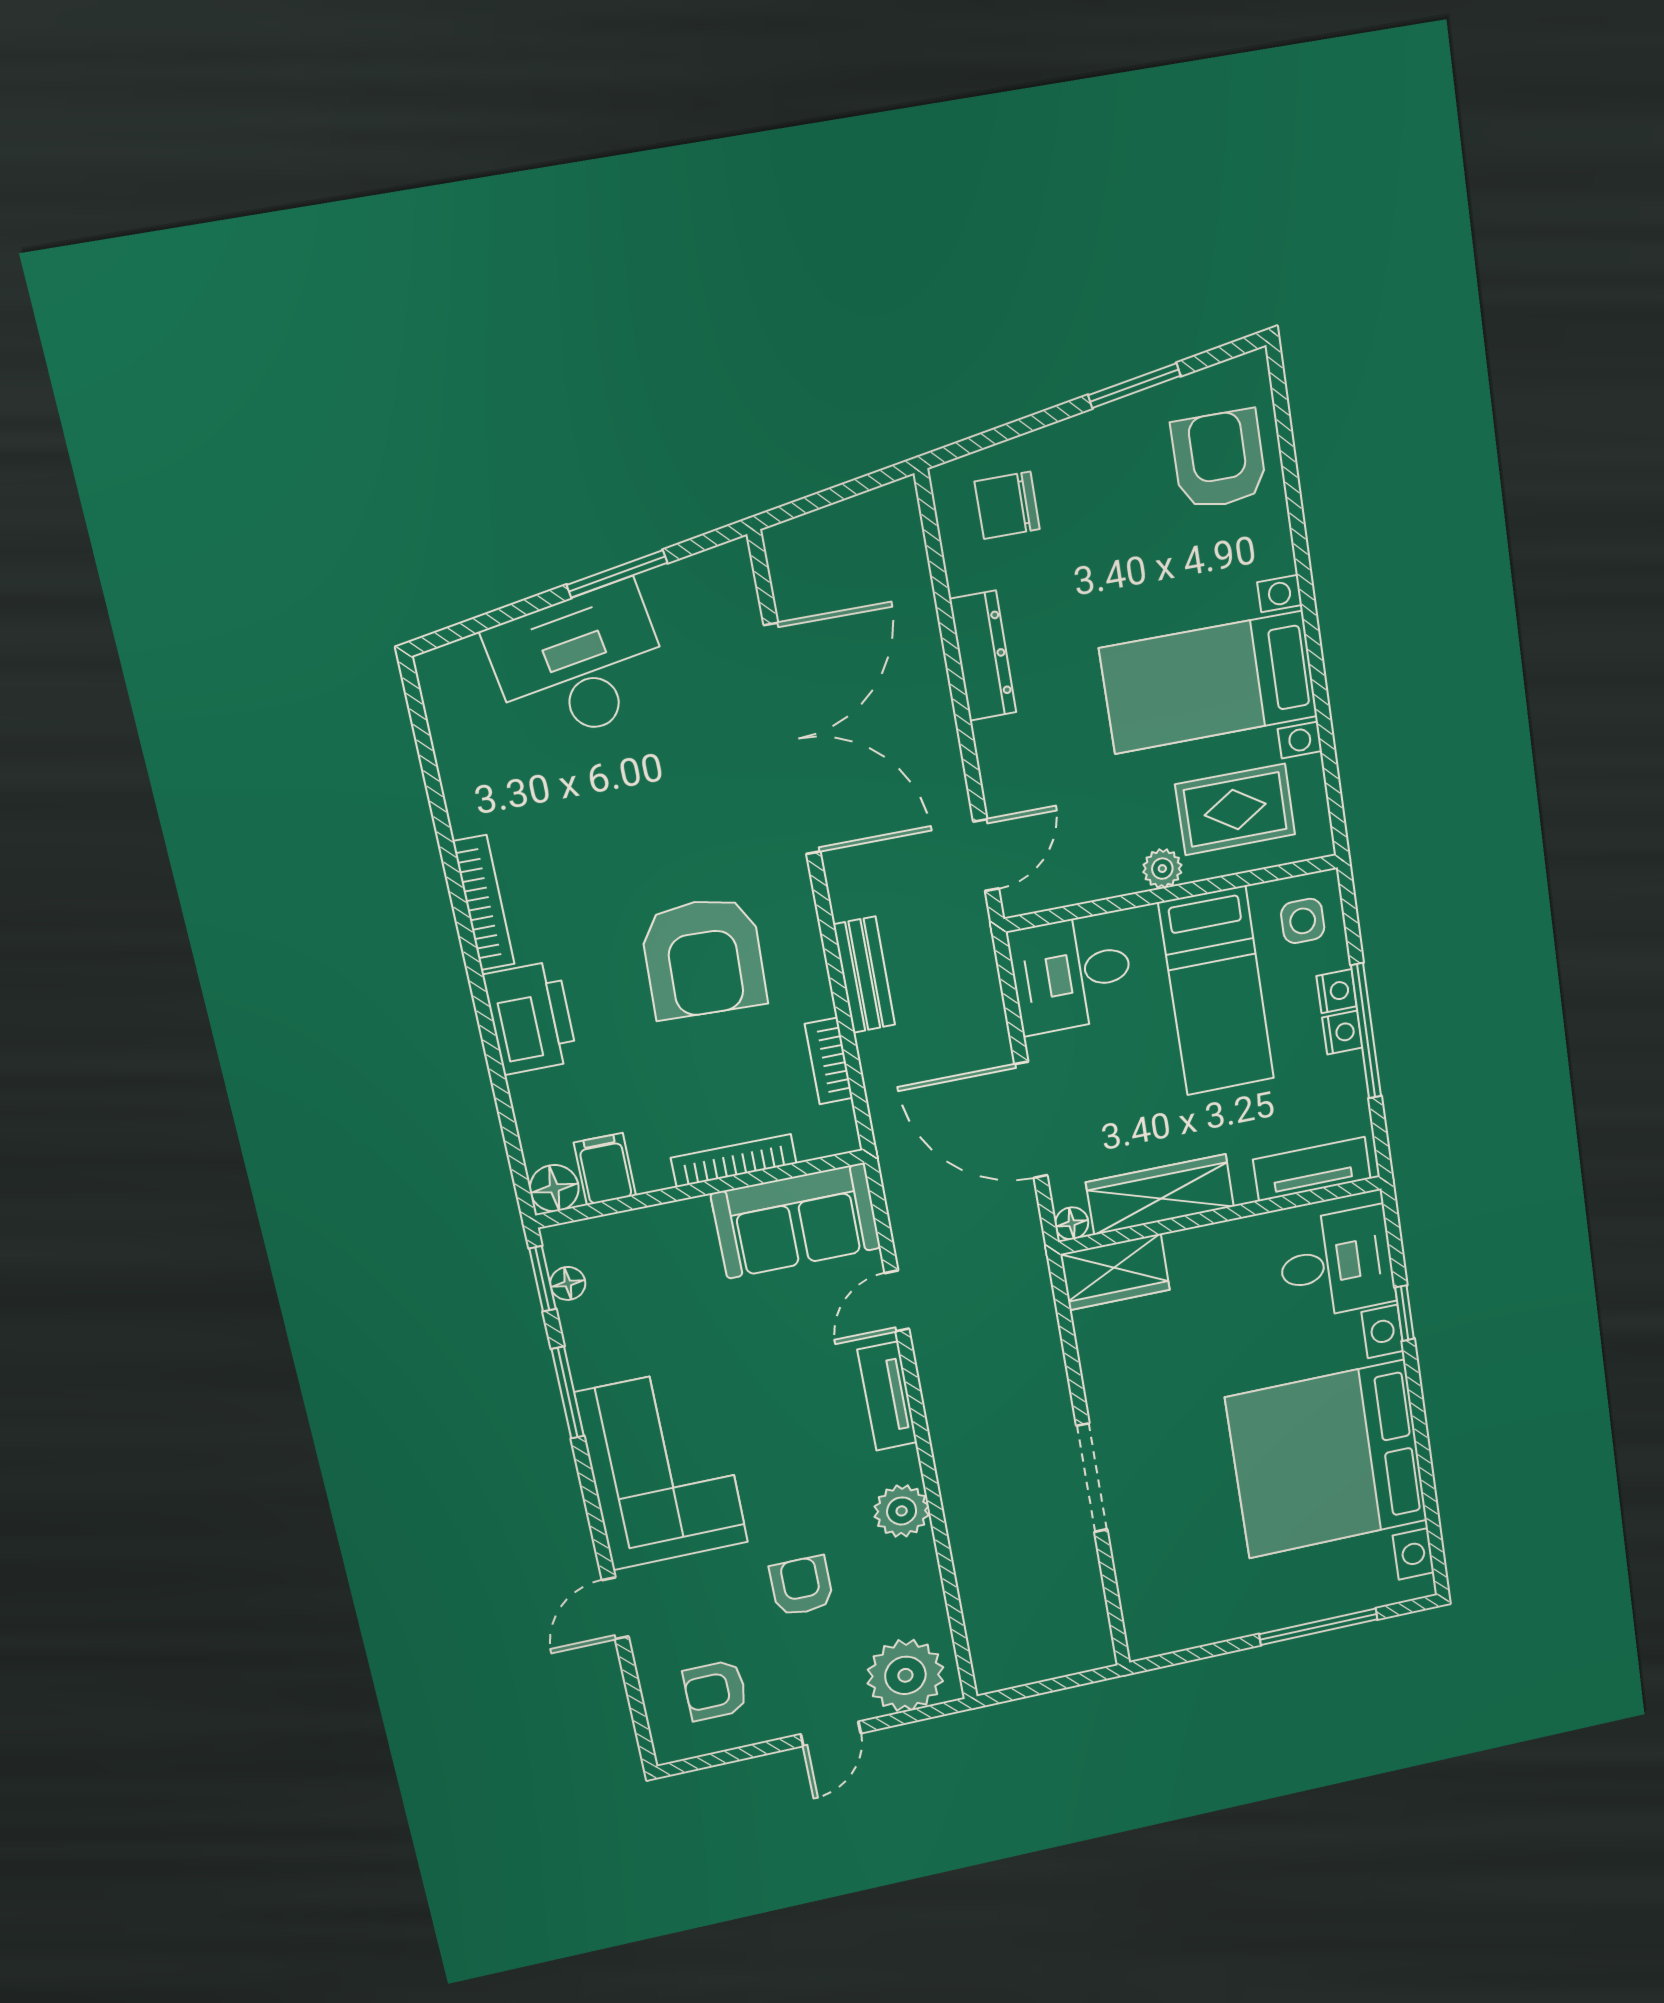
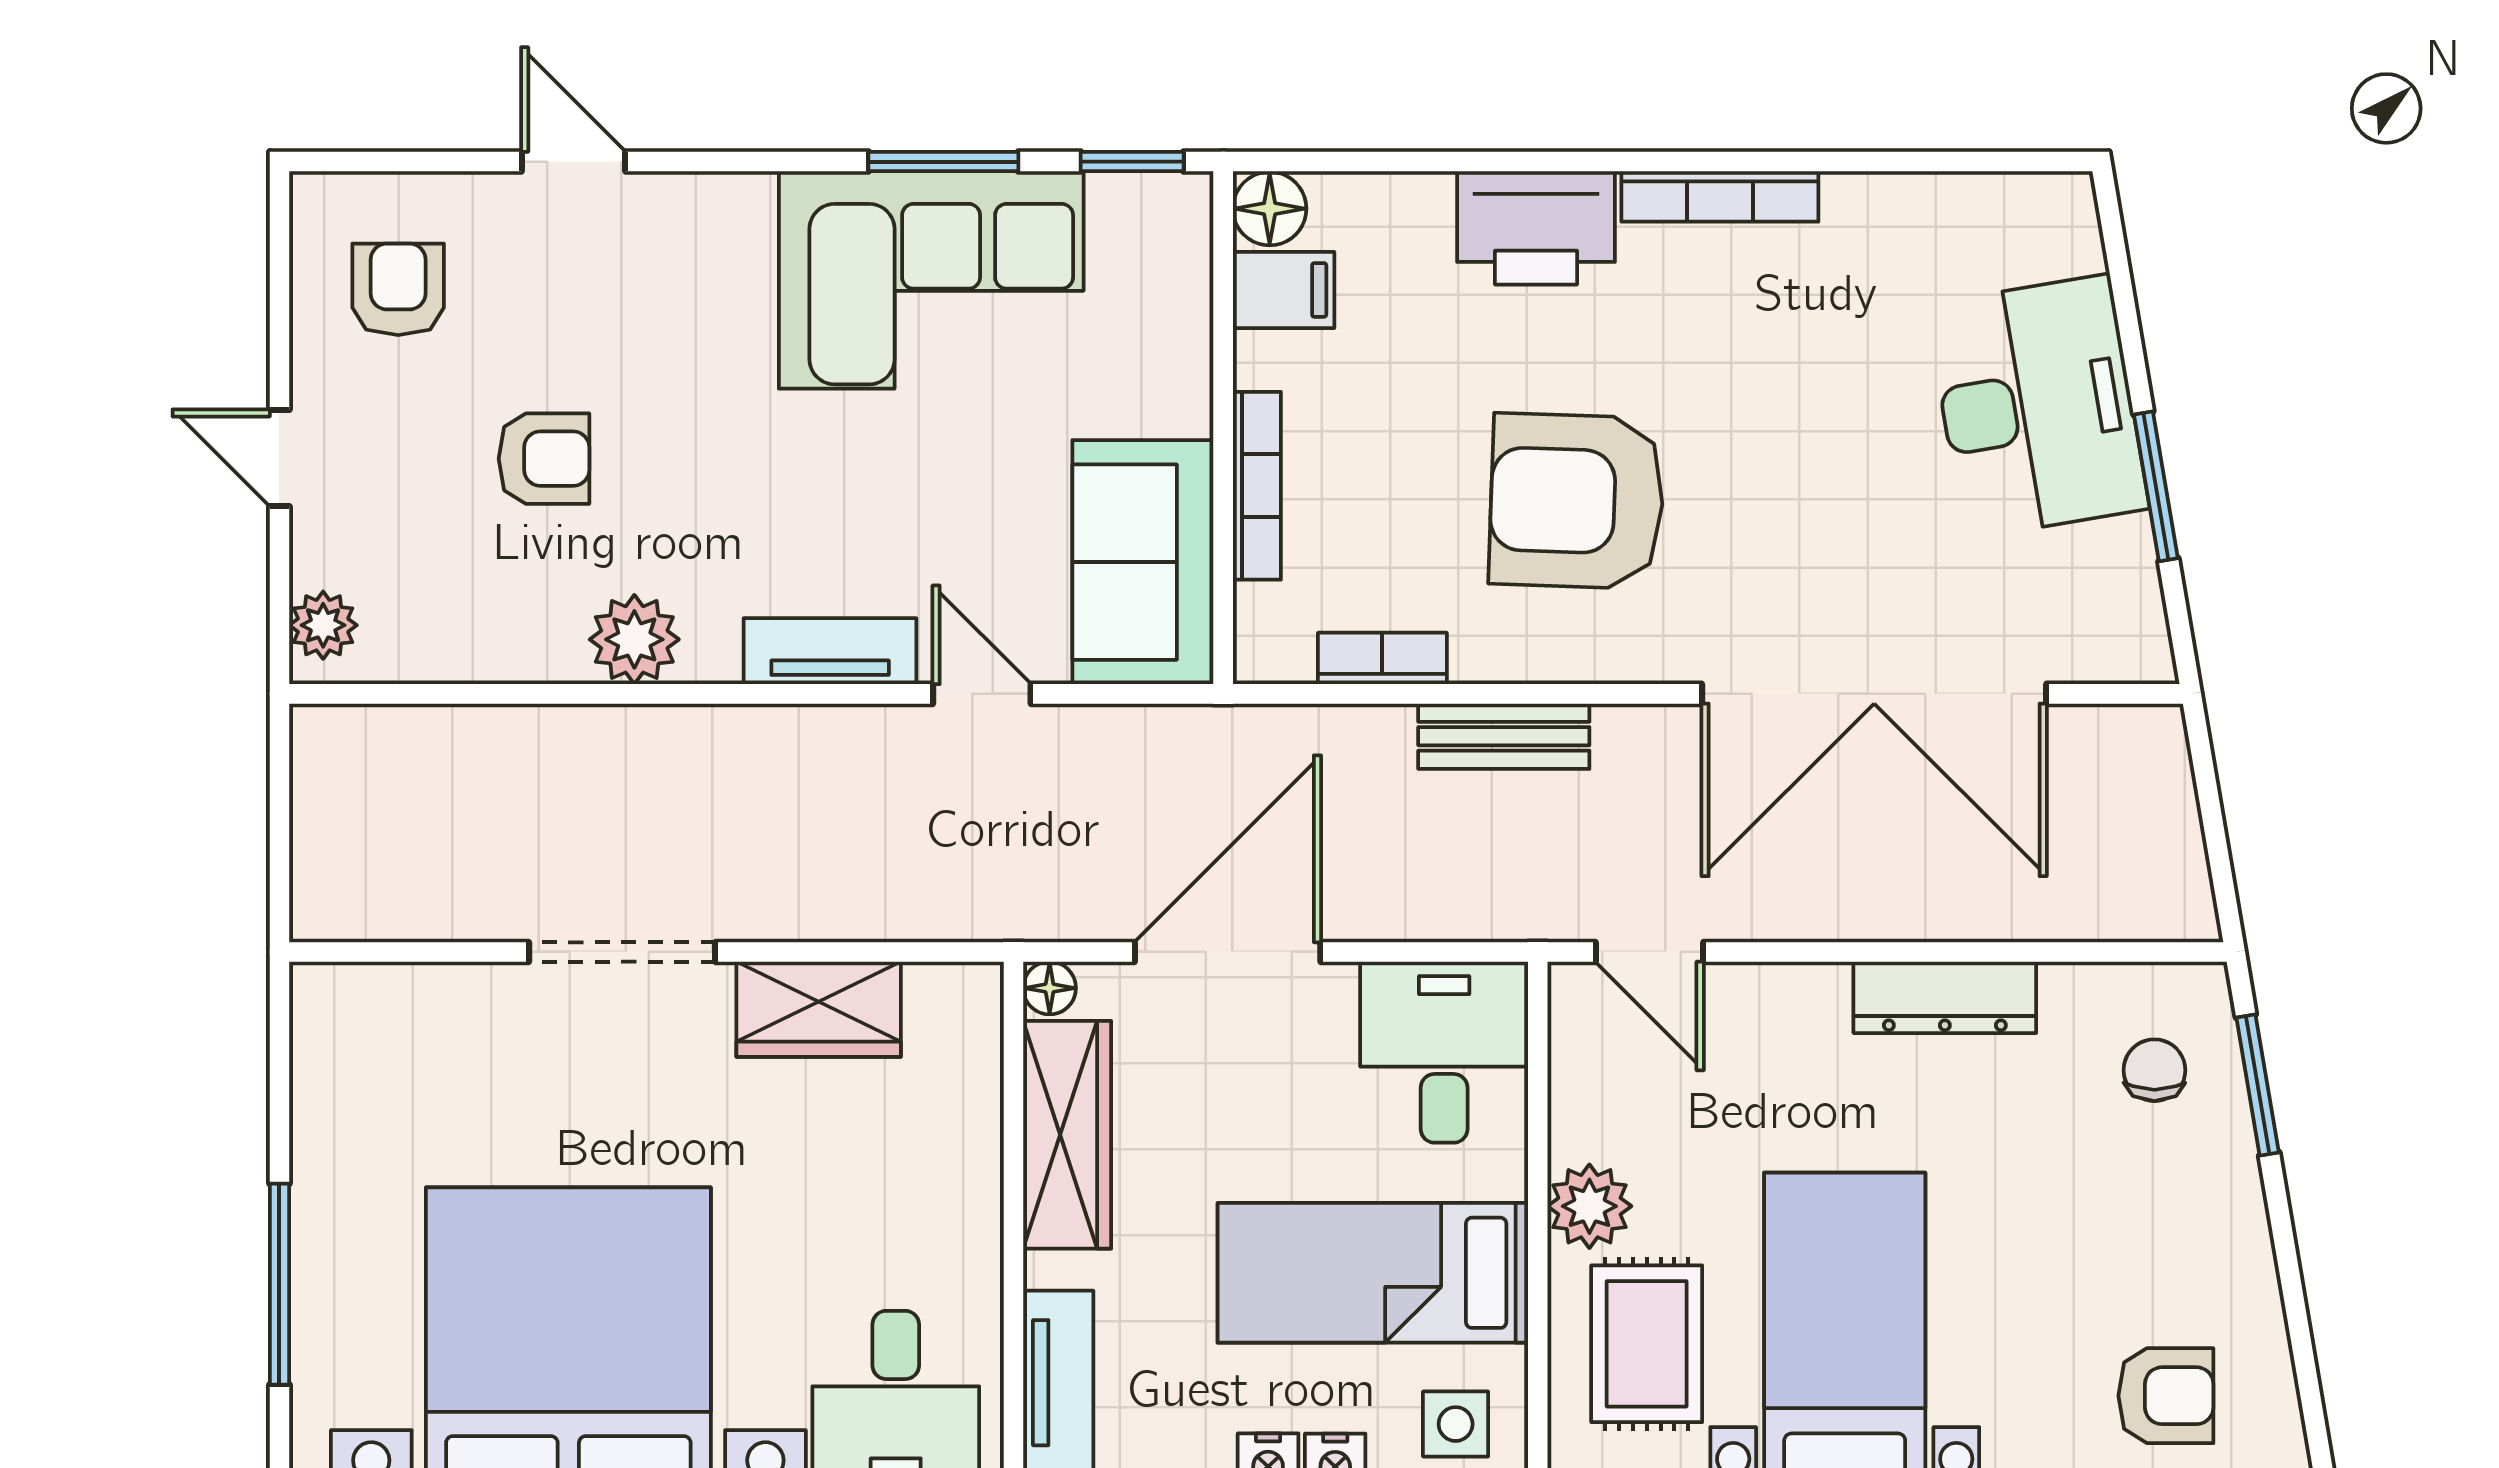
window: (1134, 386) -> (2258, 1085), moved
armchair: (1219, 460) -> (2166, 1396), width x0.72, depth x0.72
chair: (1007, 505) -> (2154, 1070), width x0.73, depth x0.73
plant: (1162, 869) -> (1589, 1206), width x1.38, depth x1.38
wardrobe: (1115, 1272) -> (819, 1009), moved, turned -90
floor lamp: (568, 1283) -> (1117, 198), removed
corner sofa: (662, 1468) -> (931, 280), moved
plant: (905, 1675) -> (323, 625), width x0.53, depth x0.53

